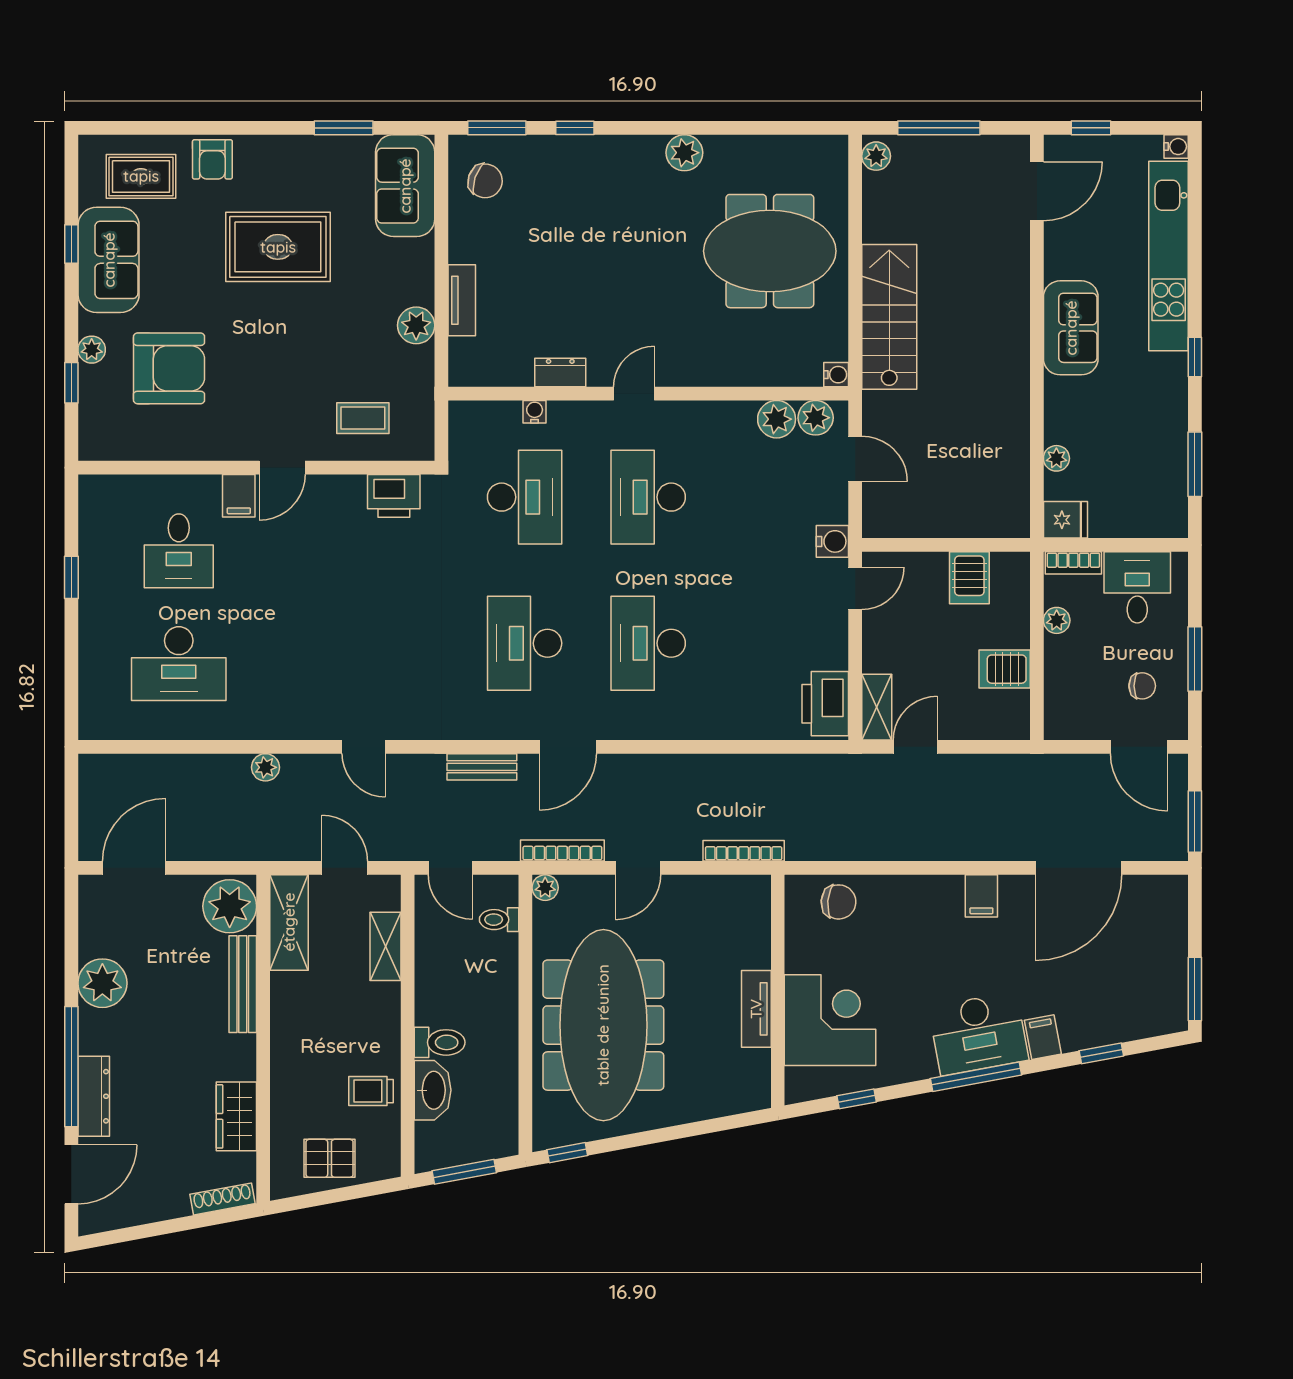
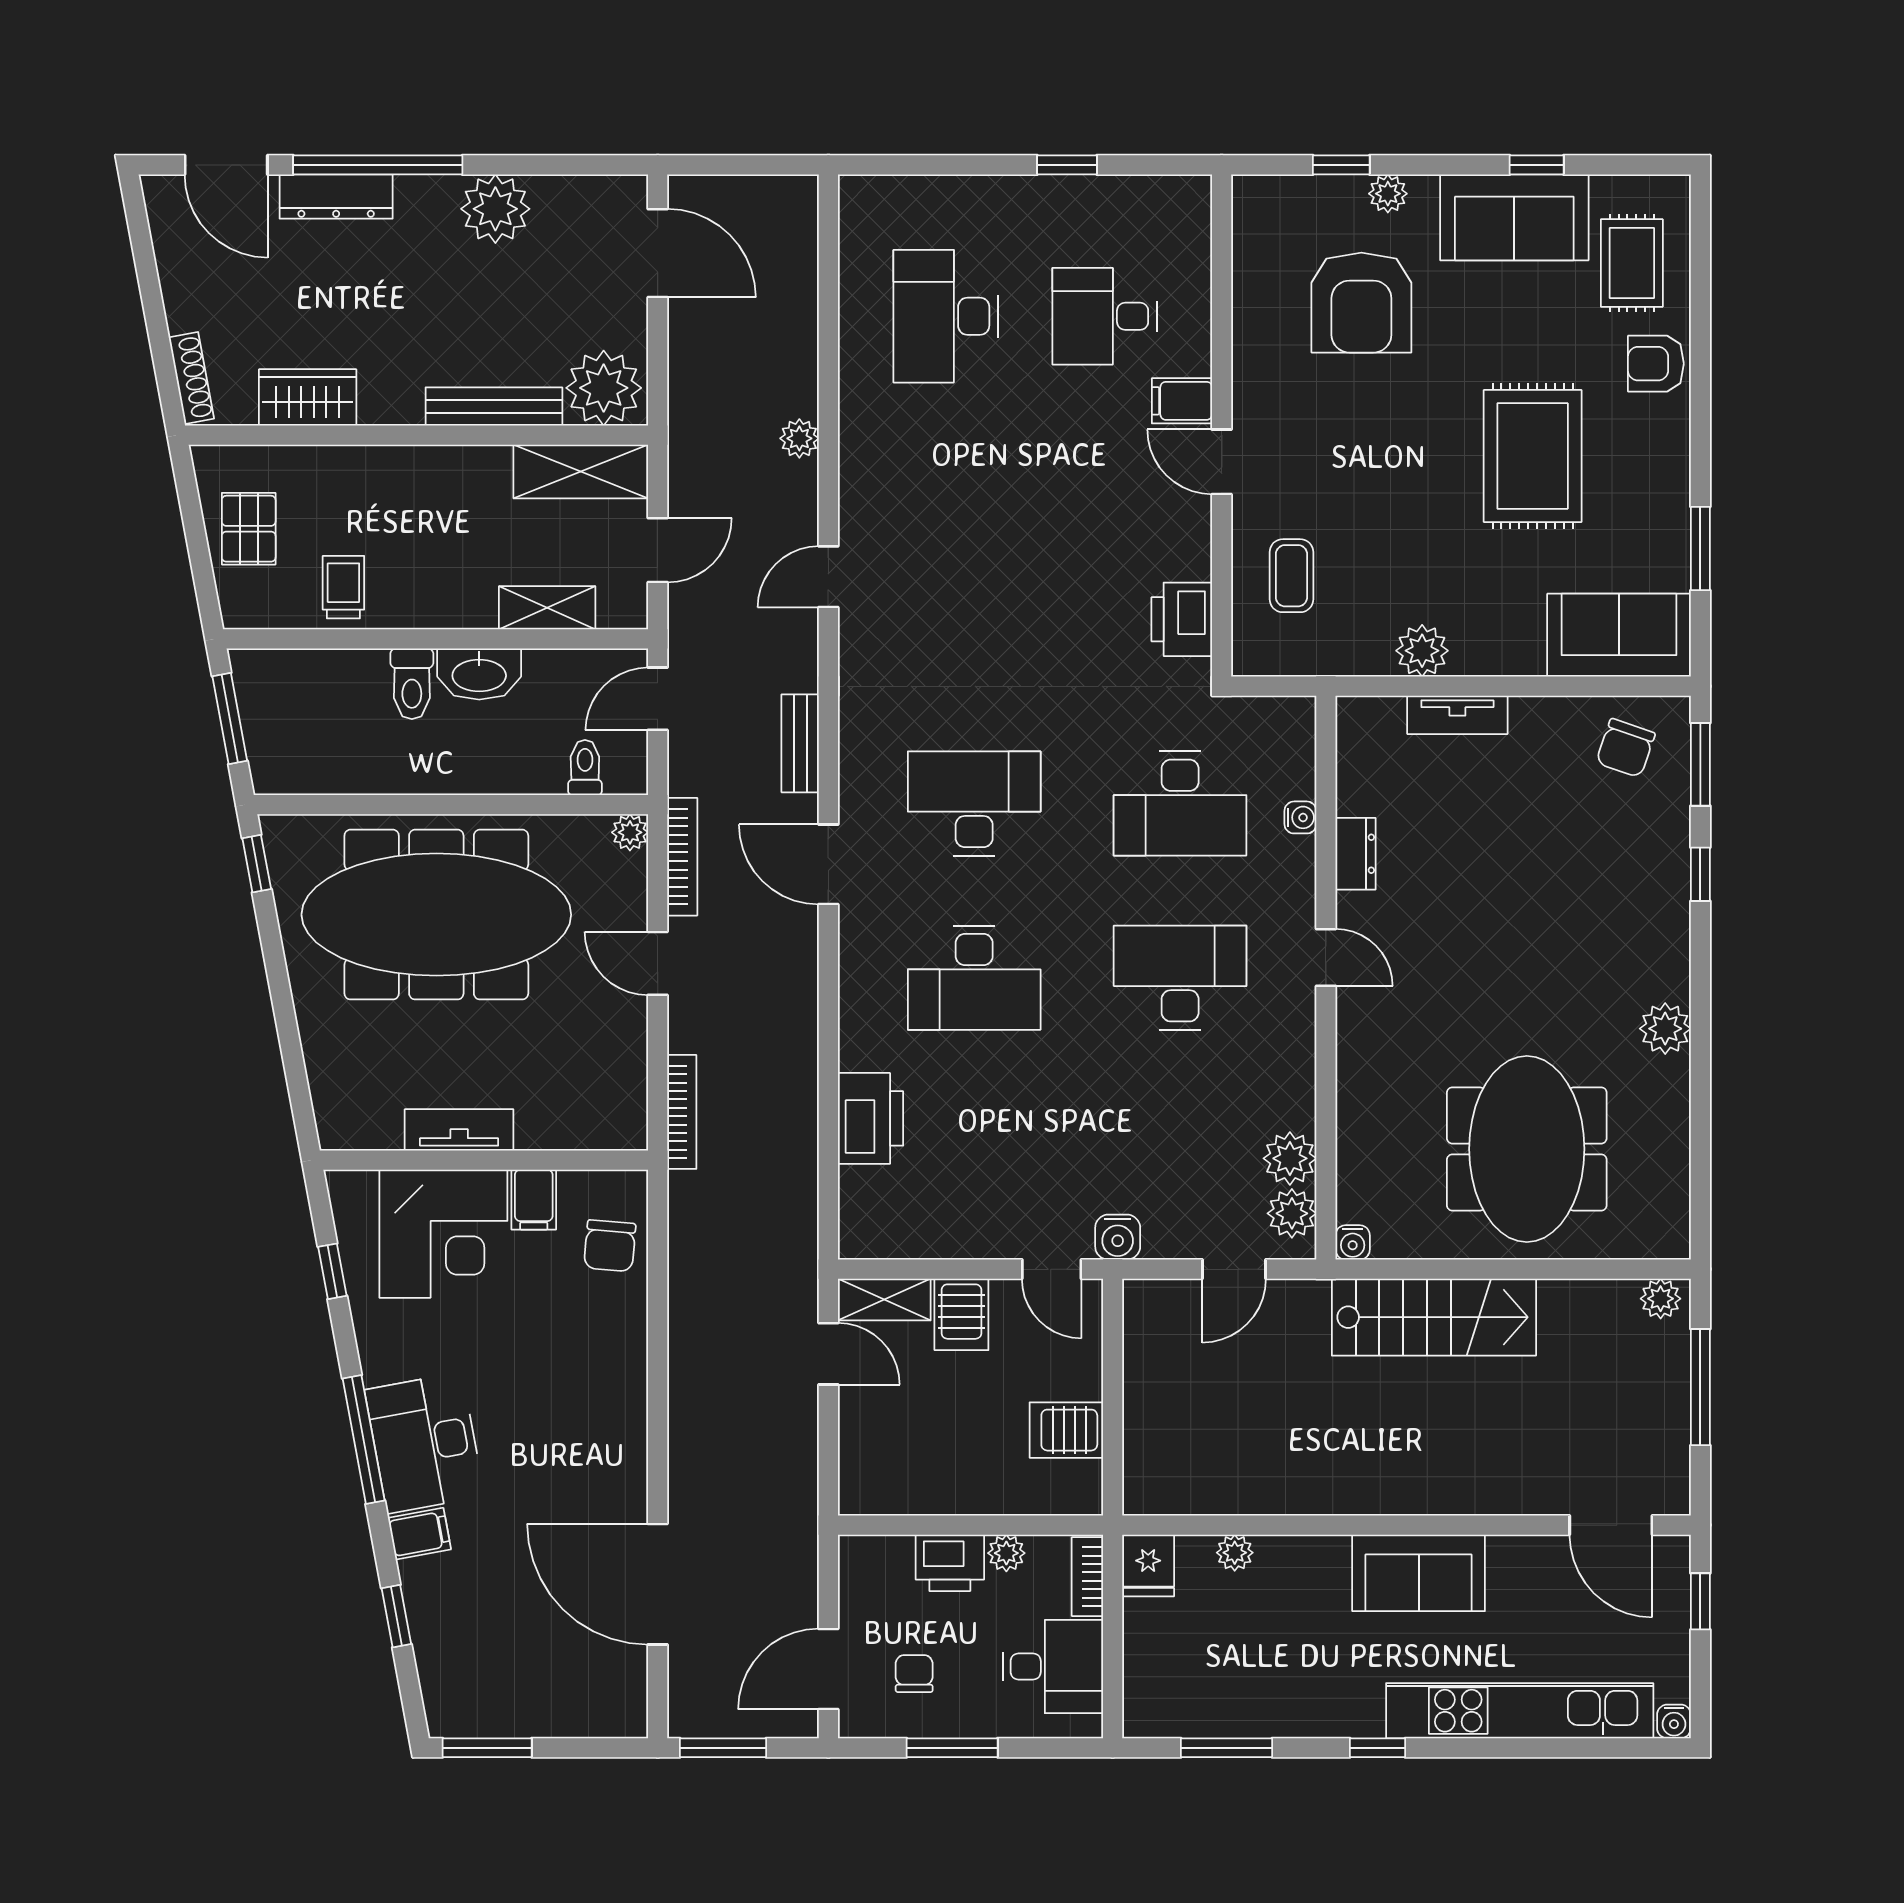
desk: (648, 643) -> (974, 978), turned 180
printer: (1064, 661) -> (950, 1563), added
server rack: (1005, 669) -> (961, 1314), moved, turned 180
chair: (1142, 686) -> (914, 1674), turned 180
printer: (825, 704) -> (870, 1118), moved, turned 90
filing cabinet: (981, 896) -> (534, 1200), moved, turned -90
washbasin: (433, 1090) -> (479, 674), moved

